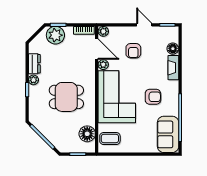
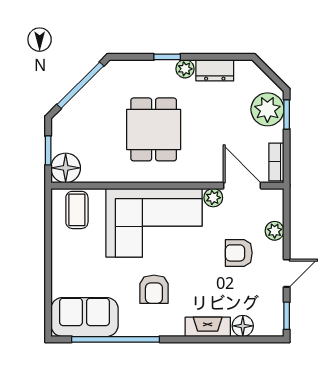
plant: (103, 31) -> (275, 231), moved
door: (97, 49) -> (242, 186), swing flipped
floor lamp: (87, 134) -> (66, 168), moved

